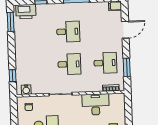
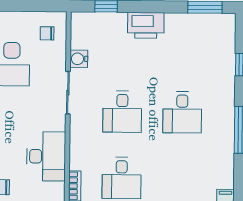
printer: (26, 12) -> (146, 25), moved, turned -90
water cooler: (26, 90) -> (79, 59), moved

